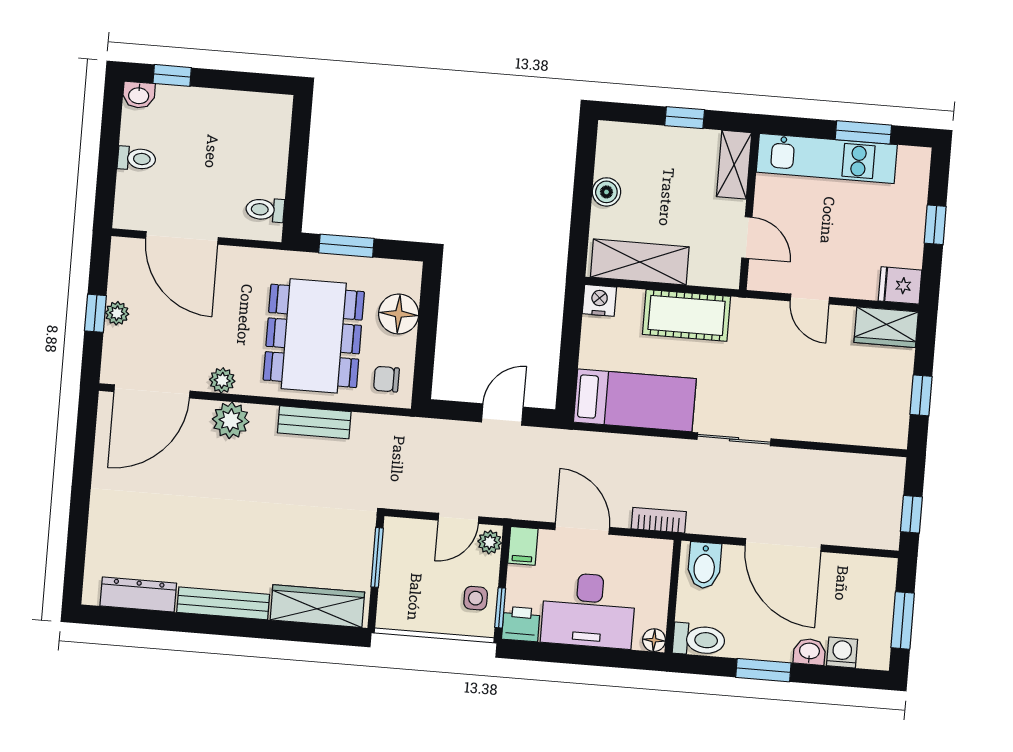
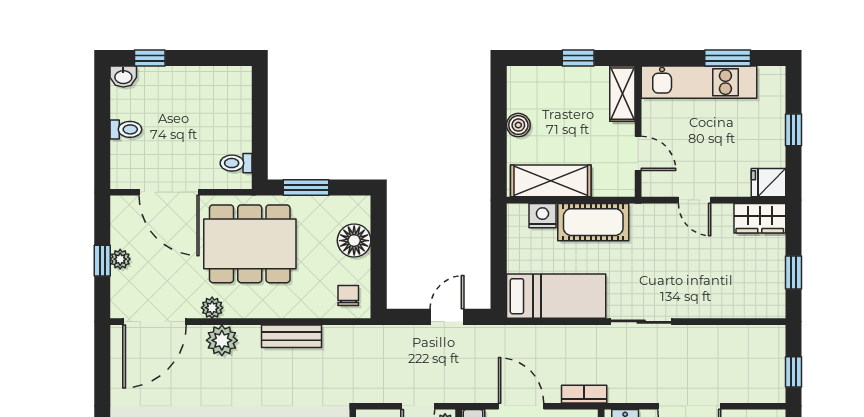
nightstand: (599, 300) -> (542, 216), moved
dining table: (314, 336) -> (250, 244), moved, turned 90
chair: (386, 379) -> (348, 295), turned 90

